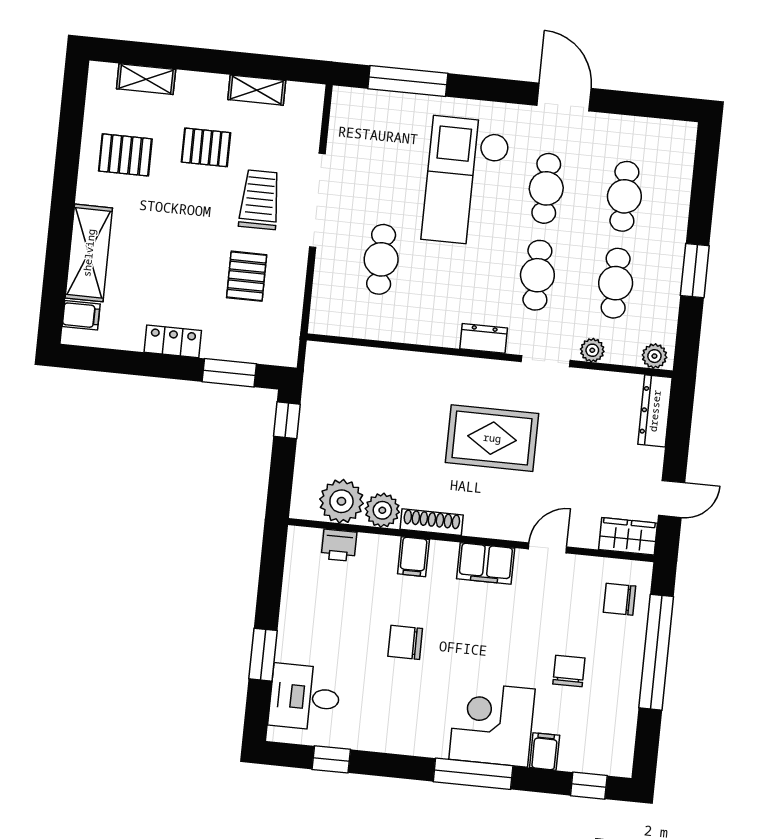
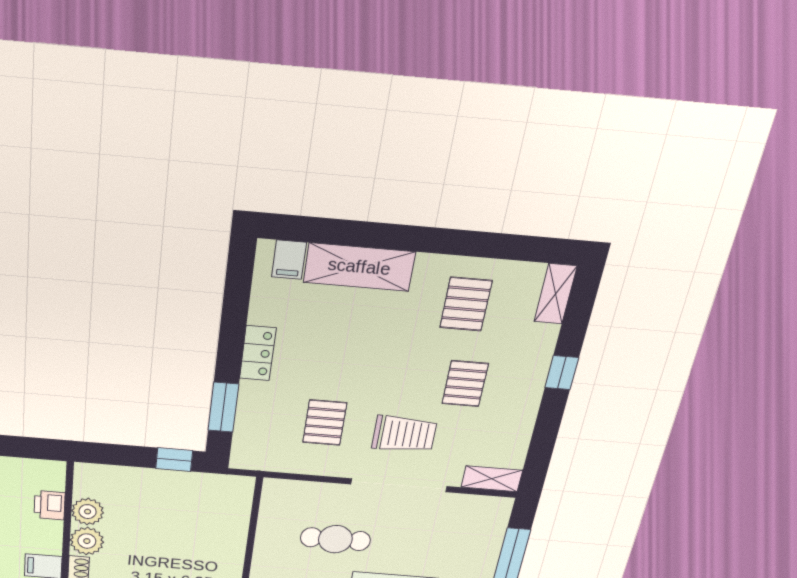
window: (195, 59) -> (562, 373), added
shelving: (146, 79) -> (556, 294), moved
shelving: (257, 90) -> (492, 479), moved, turned 90
pallet: (247, 276) -> (325, 423), turned 90
plant: (341, 501) -> (88, 512), width x0.73, depth x0.73

